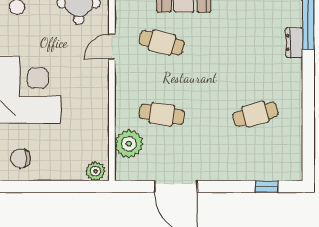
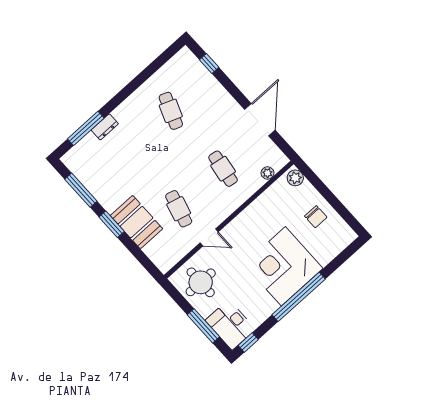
cafe table: (255, 114) -> (171, 111), turned 36
plant: (129, 144) -> (268, 173), width x0.53, depth x0.53
chair: (20, 159) -> (316, 217), moved

